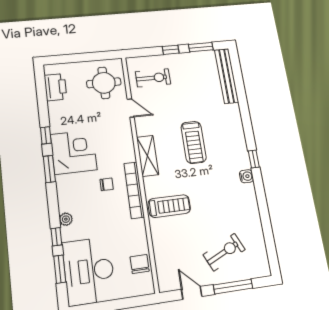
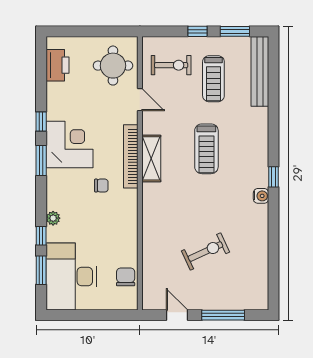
bookcase: (134, 190) -> (131, 156), moved
treadmill: (169, 206) -> (213, 79), moved, turned 90
exercise bike: (224, 252) -> (205, 252), moved

